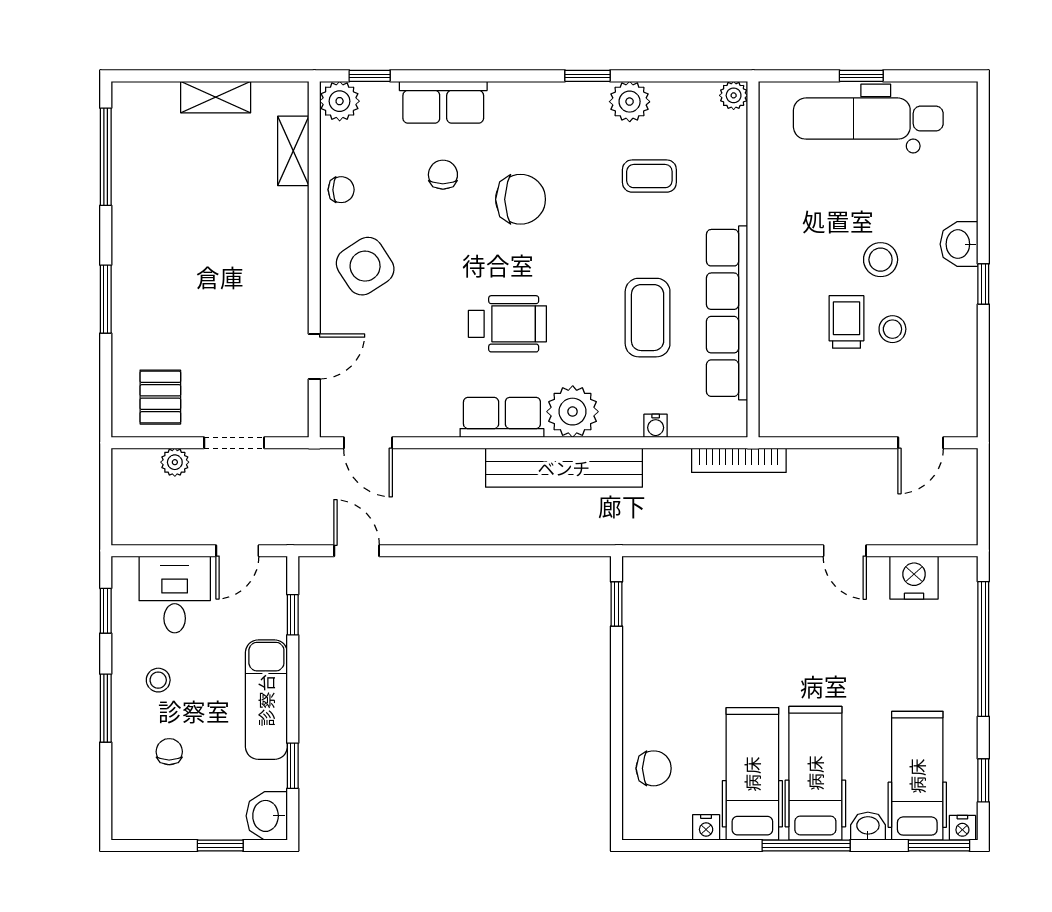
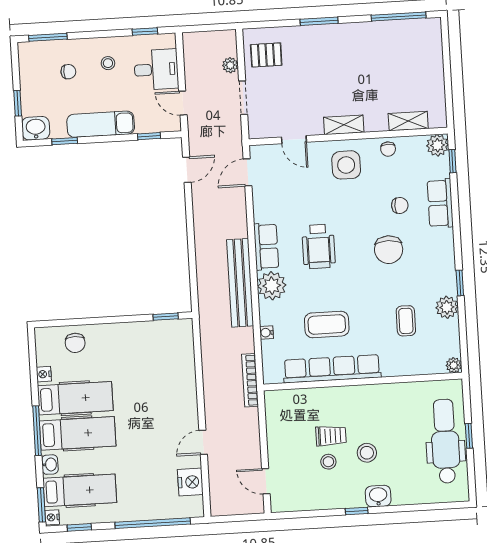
shelving: (216, 97) -> (344, 125), moved, turned 90
side table: (365, 266) -> (346, 165), turned 33
window: (106, 708) -> (48, 37), moved

